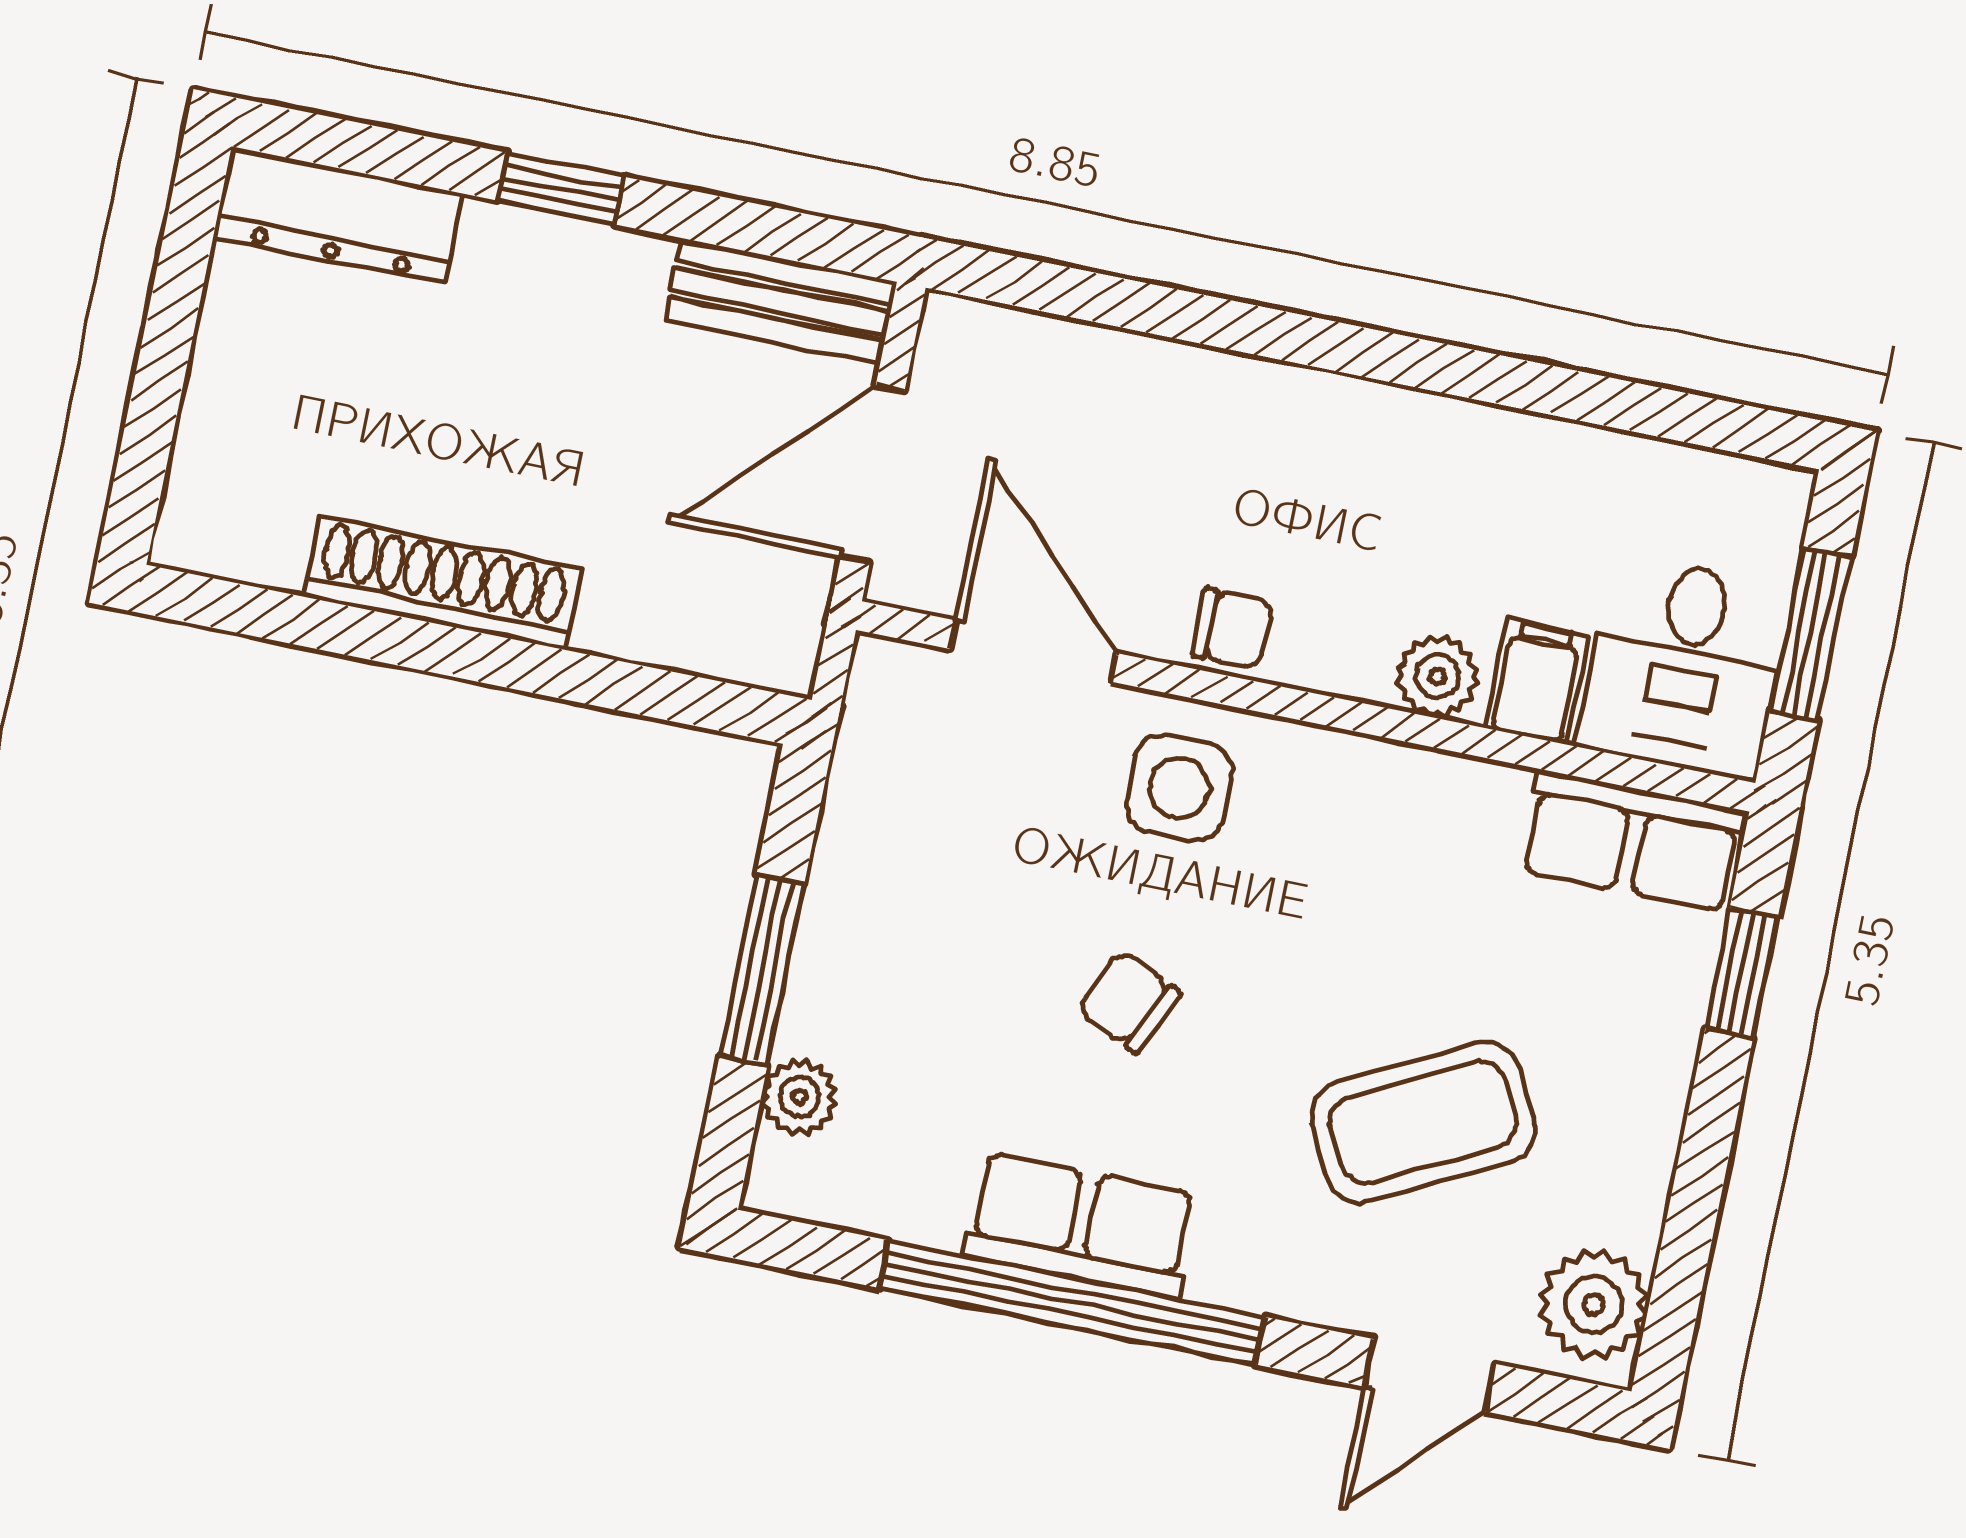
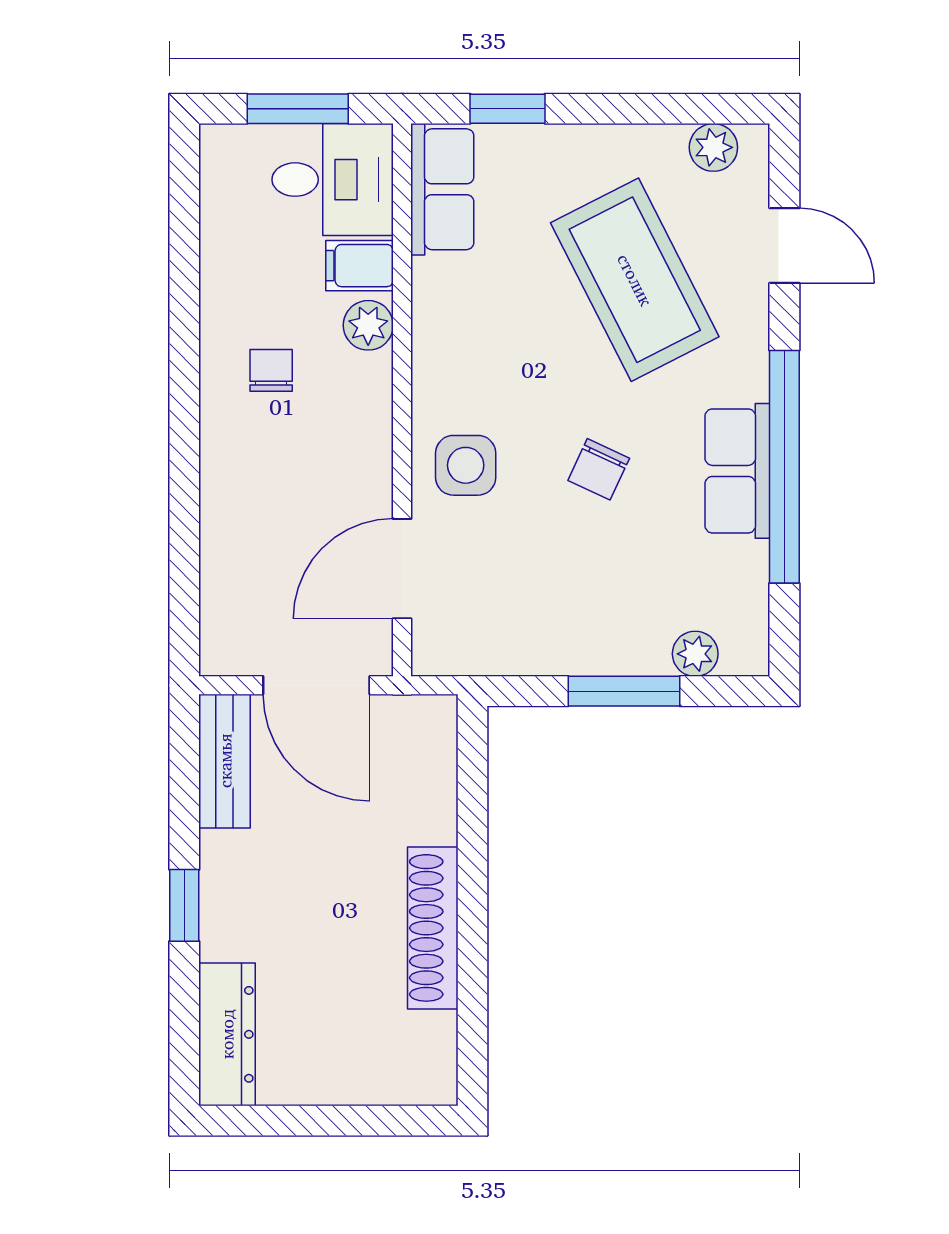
chair: (1232, 628) -> (271, 370), moved
coffee table: (1423, 1122) -> (635, 280), width x1.36, depth x1.32
plant: (1594, 1304) -> (713, 147), width x0.73, depth x0.73

